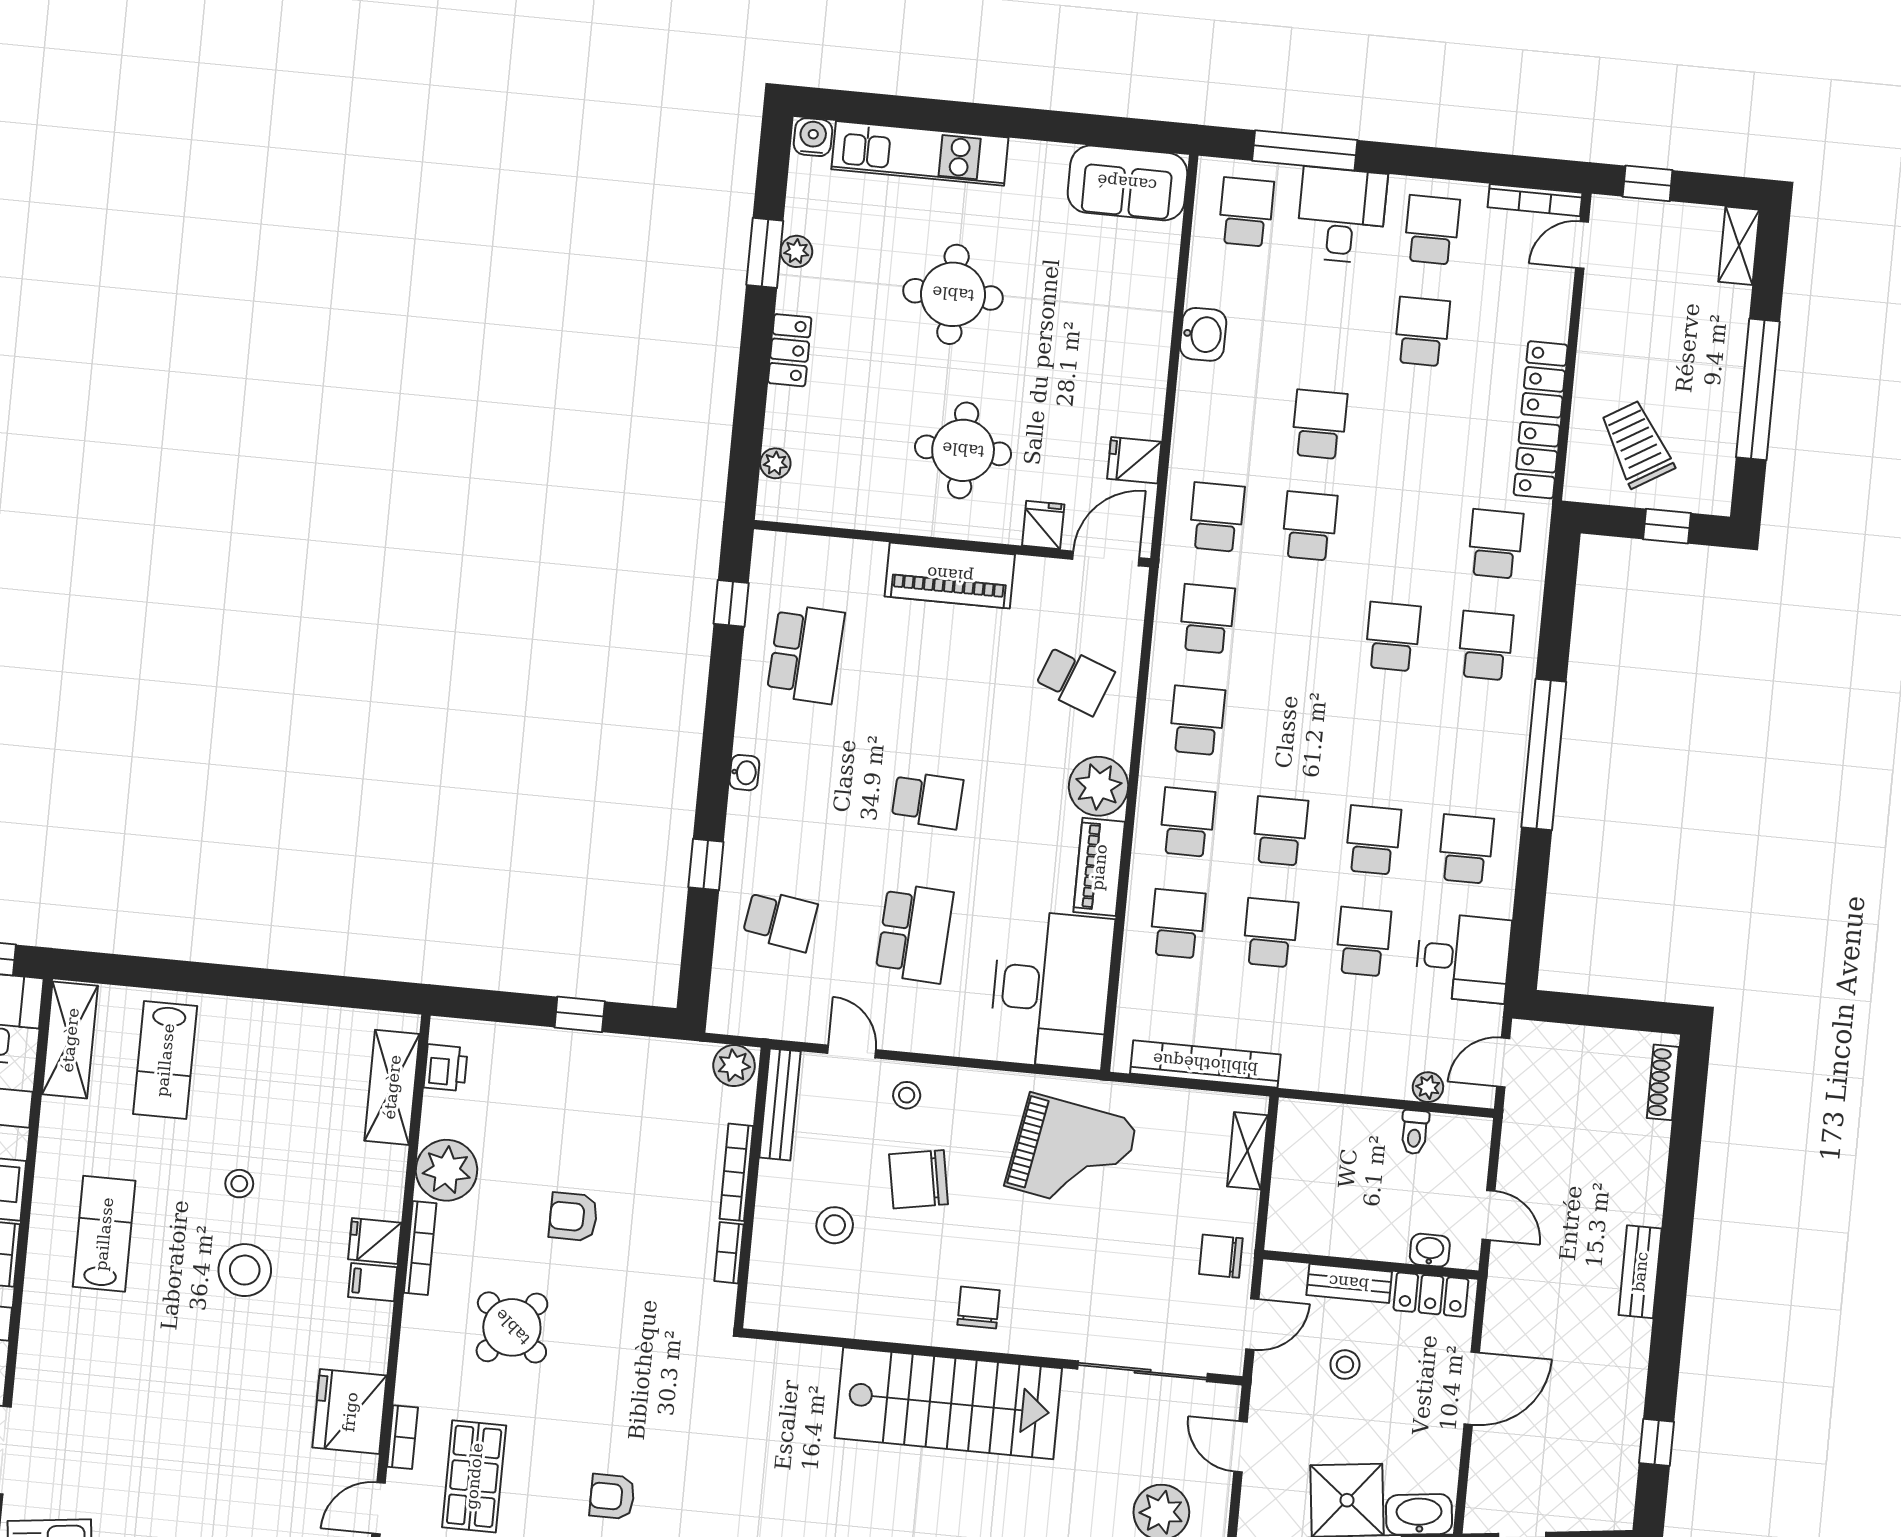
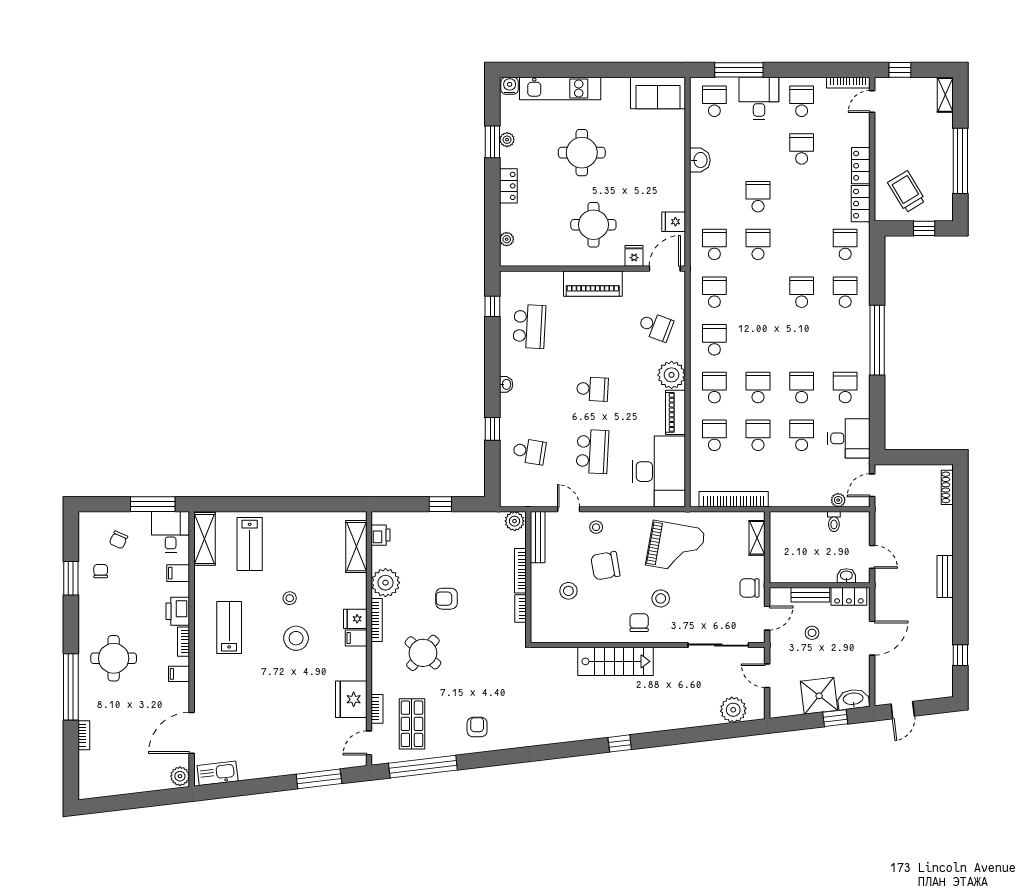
stool: (1030, 1260) -> (661, 598), added
stairs: (948, 1403) -> (616, 661), width x0.73, depth x0.66
armchair: (612, 1497) -> (477, 727), turned 90

